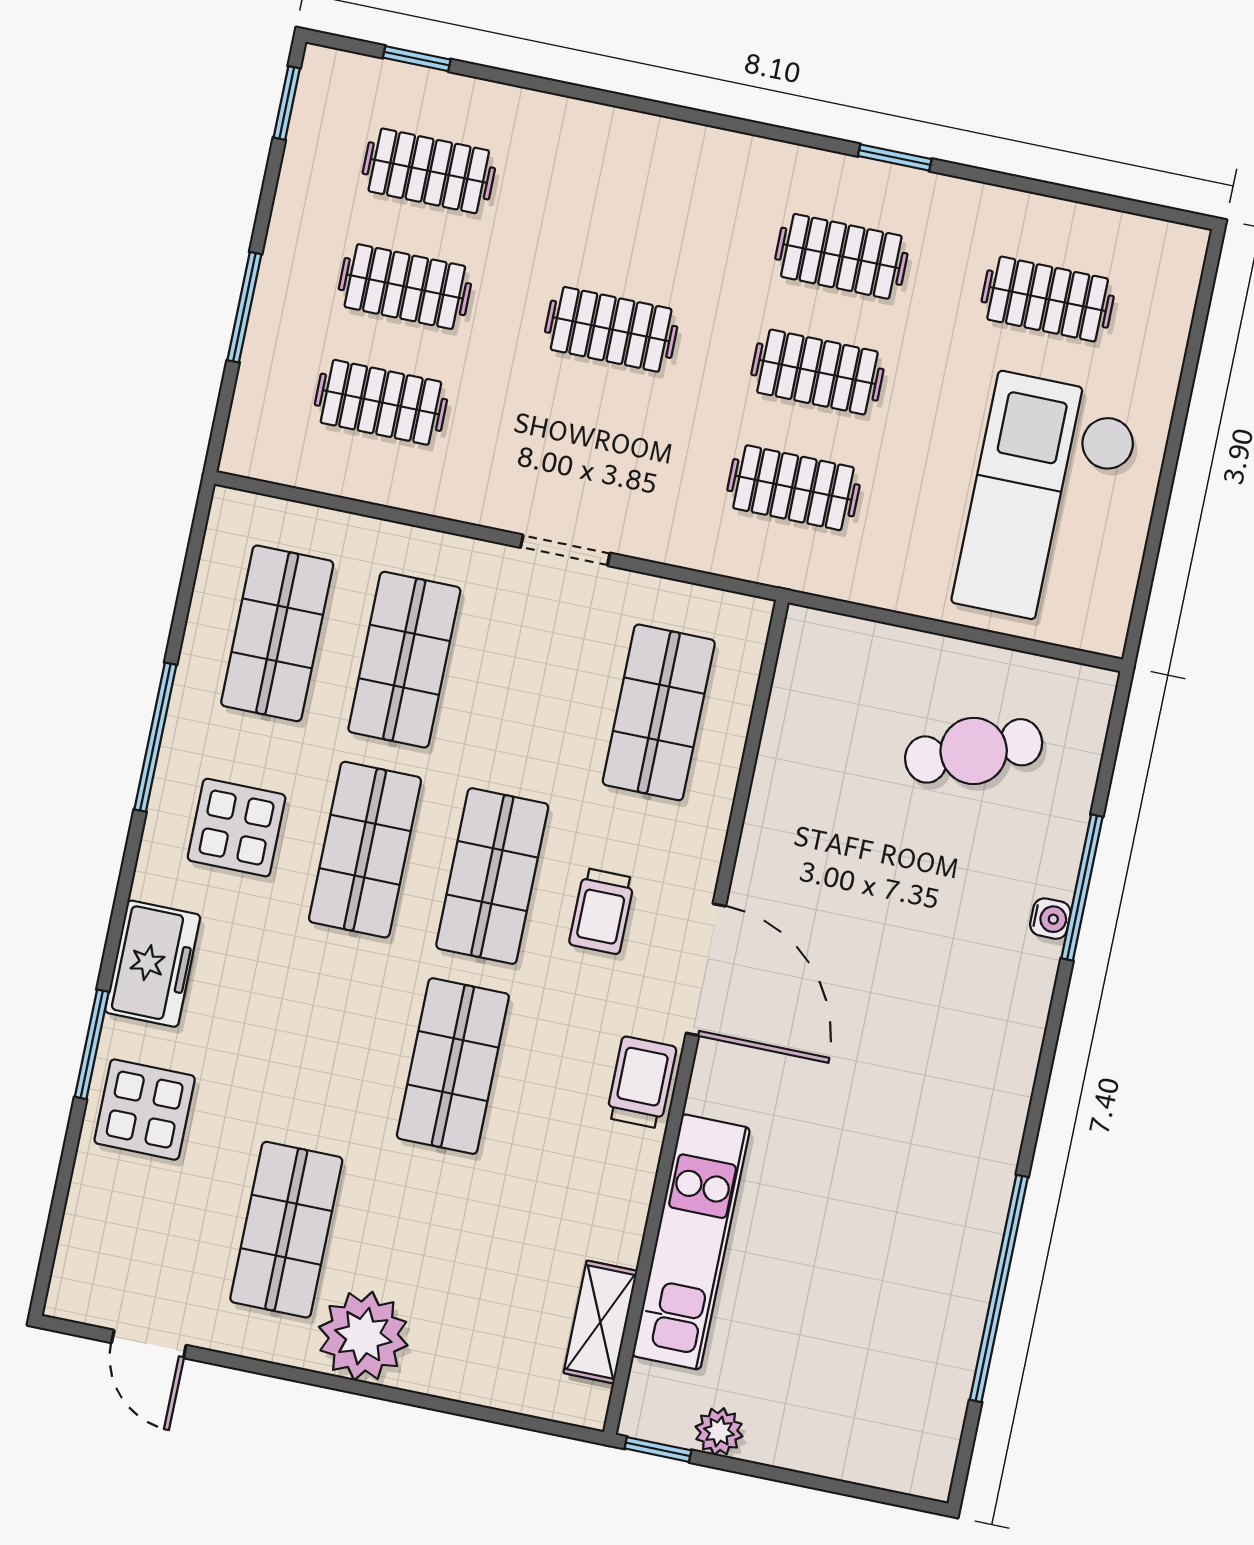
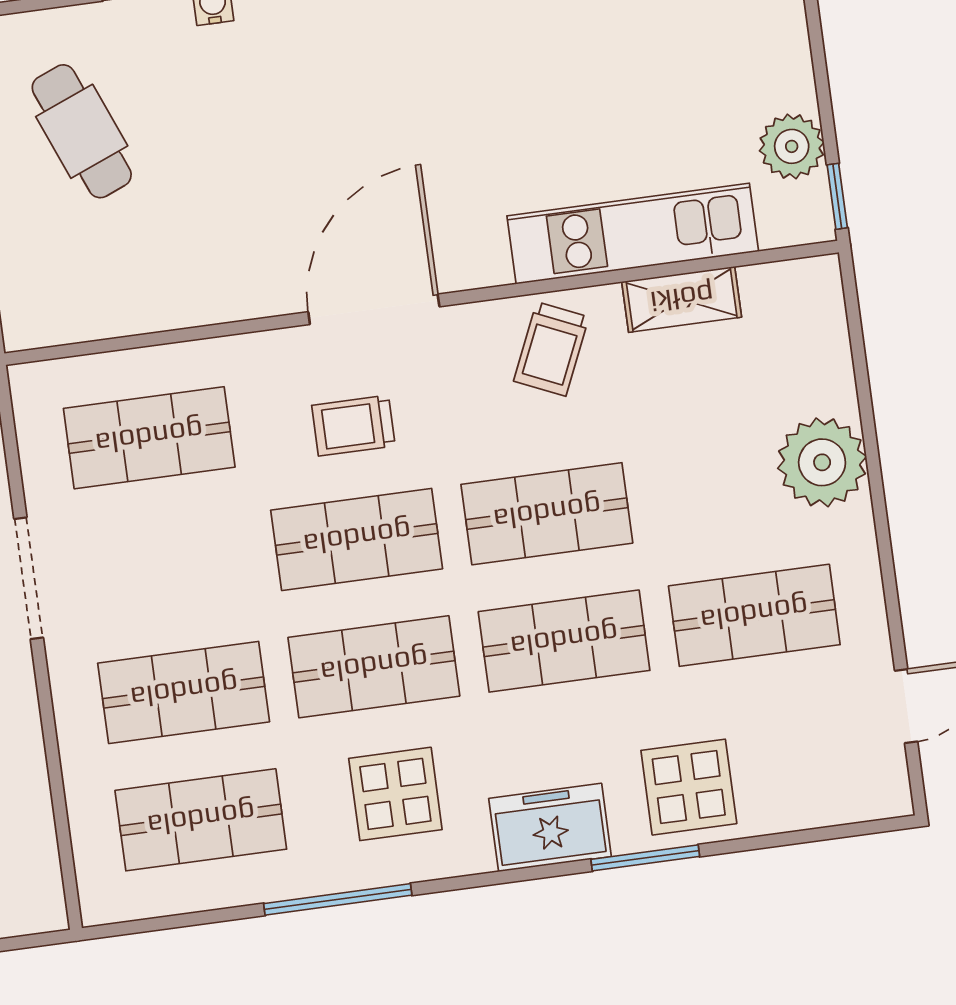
doorway: (565, 550) -> (29, 578), width x1.38
trolley: (602, 911) -> (353, 426), turned 180
shop shelf: (326, 1040) -> (564, 641), added
trolley: (641, 1082) -> (551, 349), moved, turned -66
shelving: (600, 1322) -> (682, 299), moved
plant: (363, 1336) -> (822, 462), moved
plant: (719, 1432) -> (792, 146), width x1.38, depth x1.38

